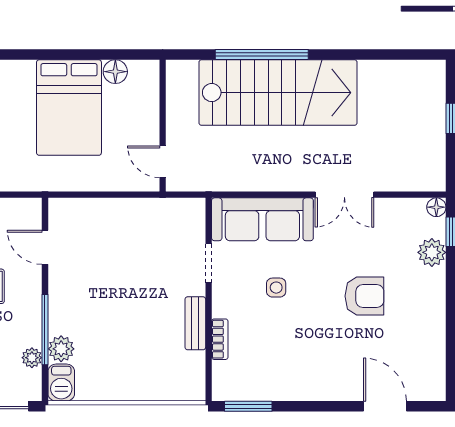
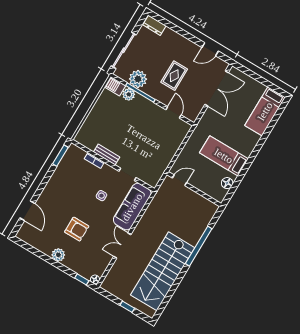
stairs: (278, 93) -> (163, 271), moved
bed: (69, 108) -> (224, 156), width x0.67
door: (45, 247) -> (174, 112), hinge flipped
plant: (432, 252) -> (58, 255), moved
armchair: (364, 296) -> (77, 229), turned -90
plant: (32, 358) -> (138, 79), width x1.88, depth x1.88
door: (385, 406) -> (27, 211), hinge flipped

